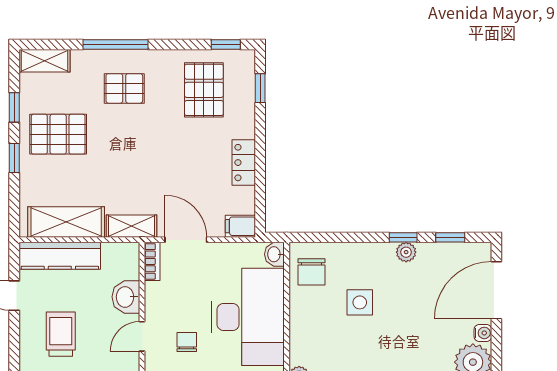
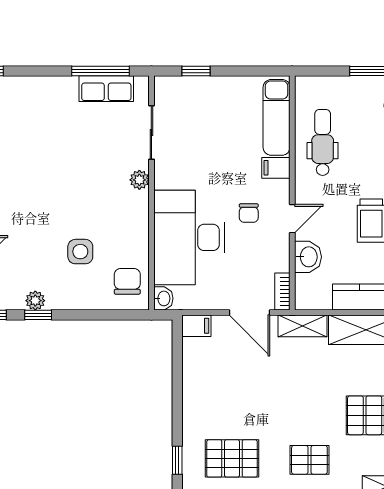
pallet: (204, 90) -> (232, 458), turned 90
locker: (244, 163) -> (193, 388), removed

